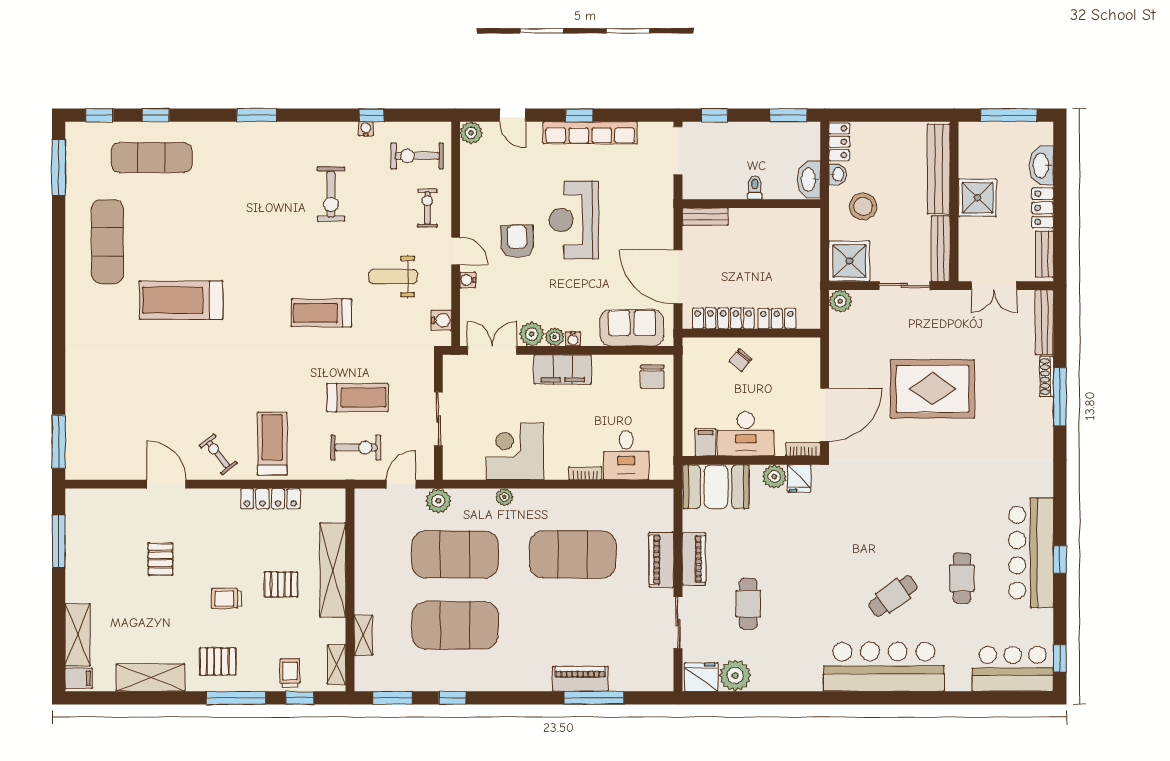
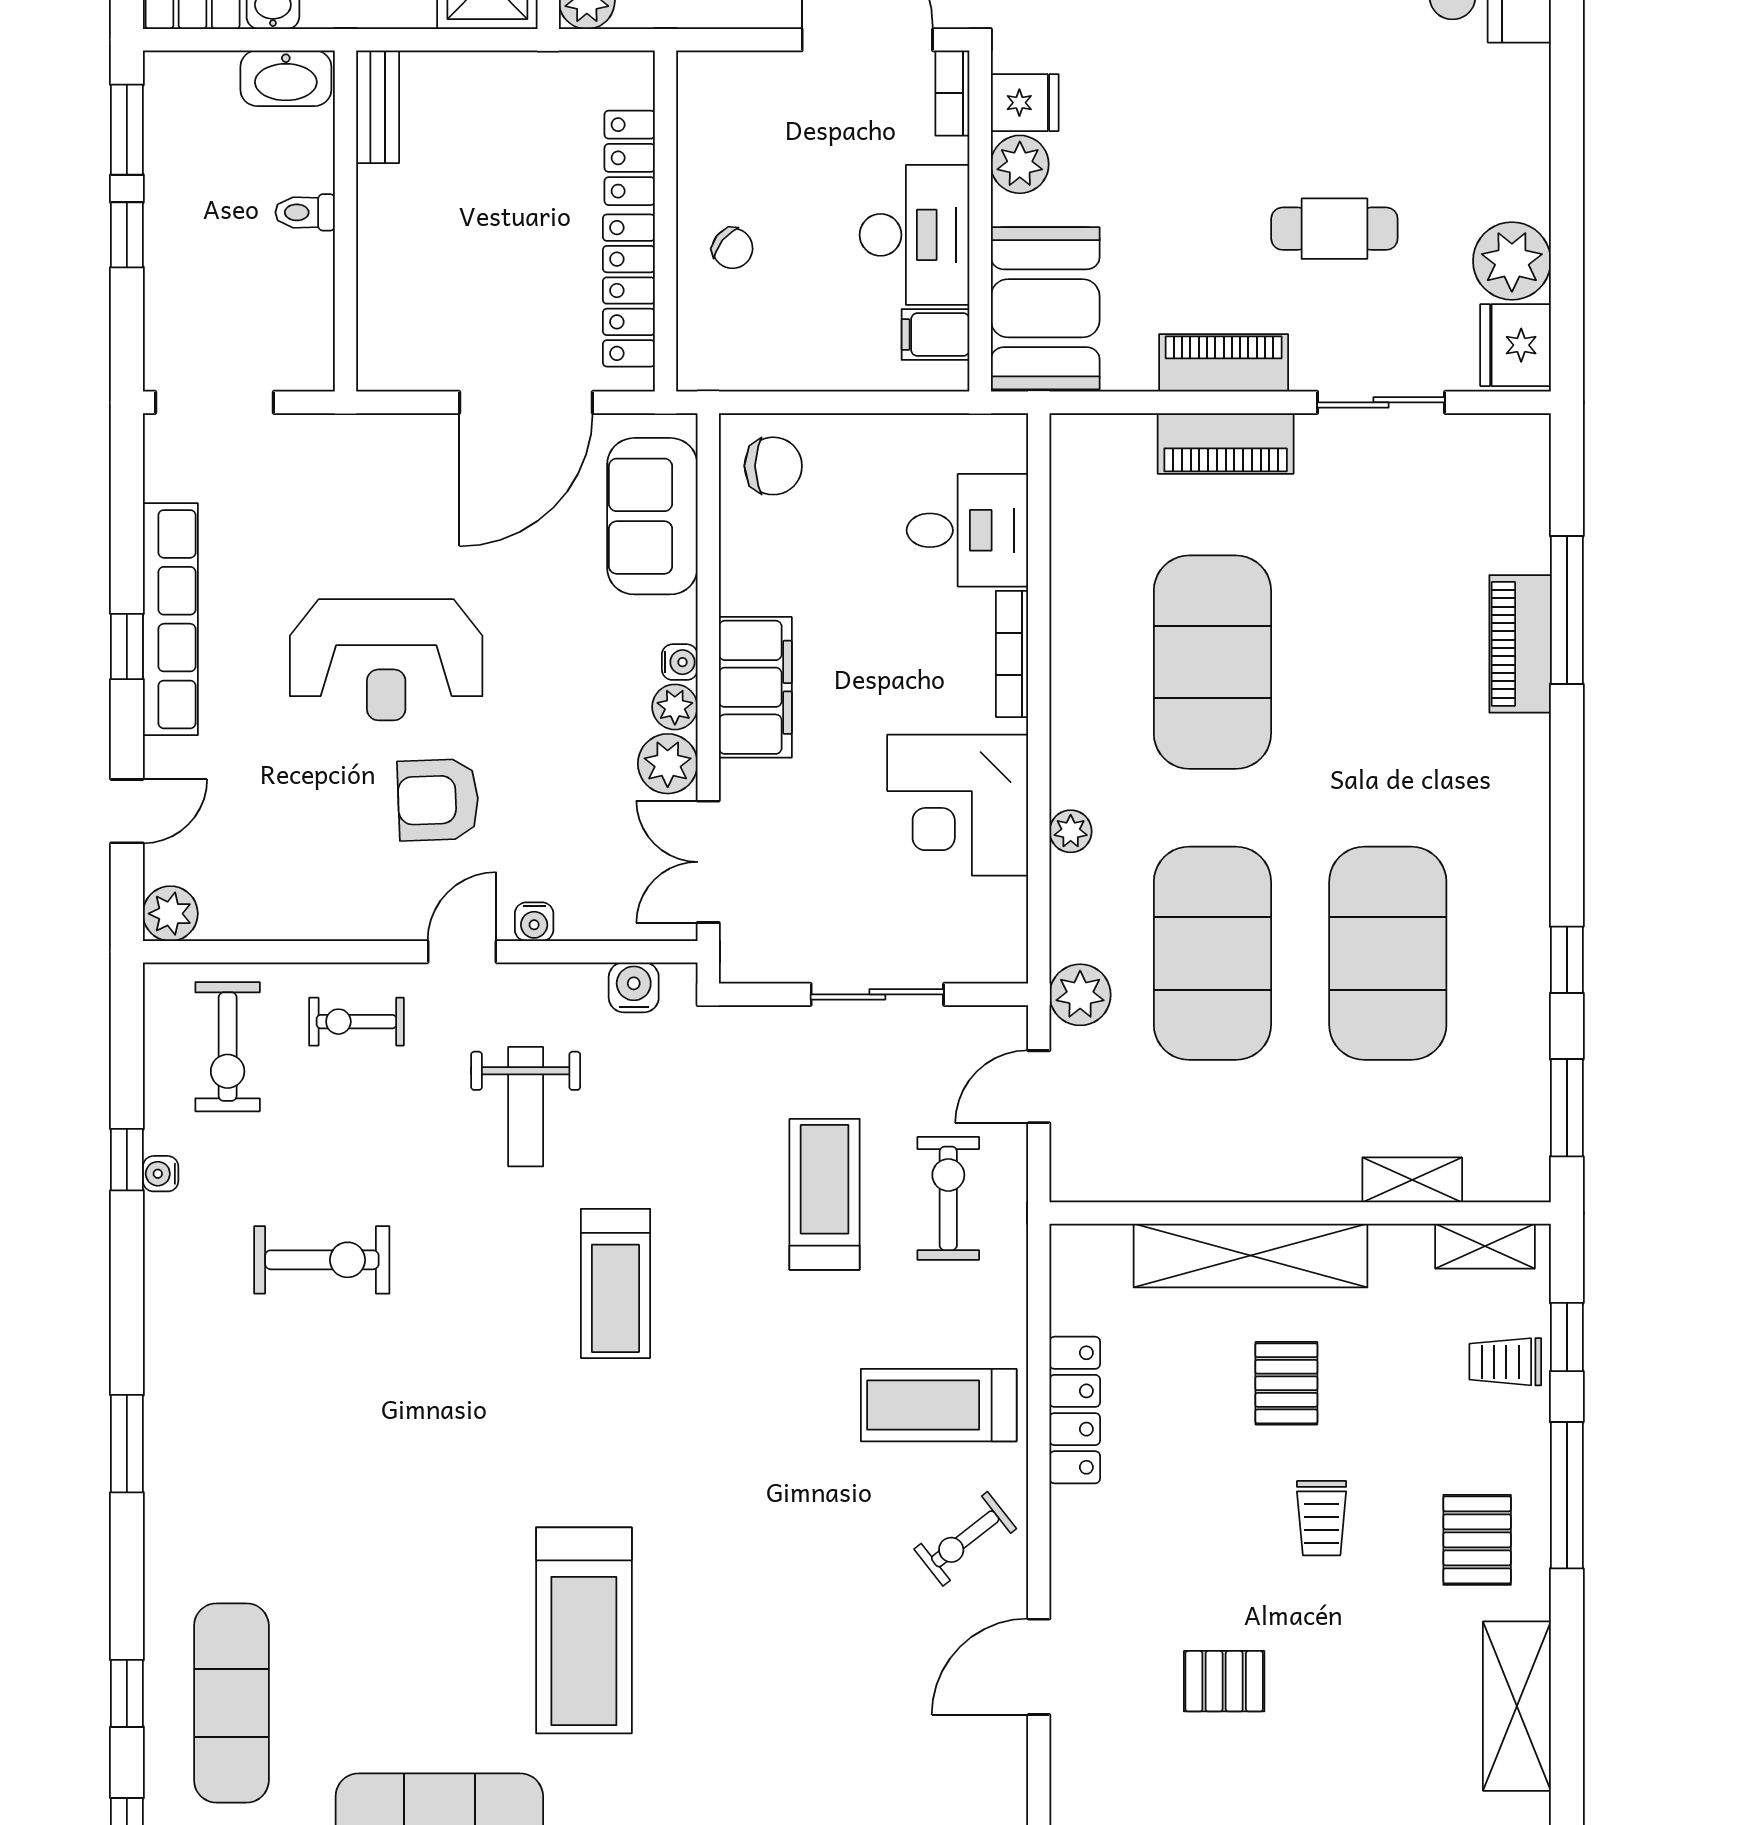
window: (714, 115) -> (127, 235), moved
bench: (705, 217) -> (378, 107), moved
bookcase: (585, 473) -> (1012, 654), width x1.56
door: (401, 484) -> (1039, 1087), hinge flipped

